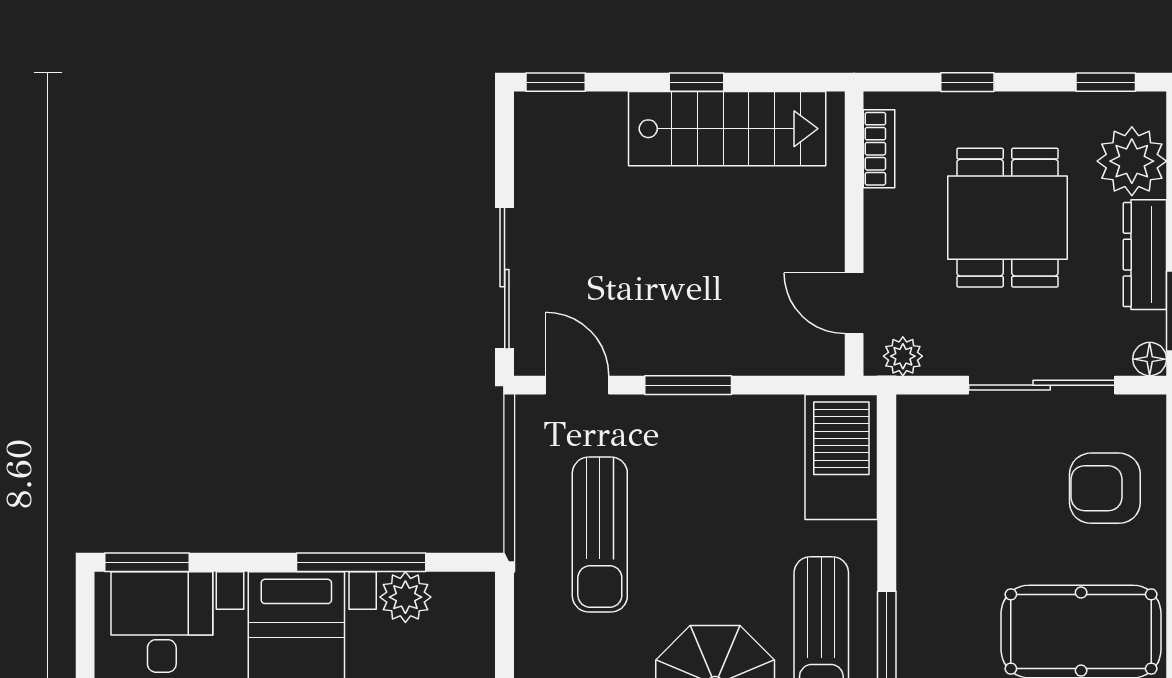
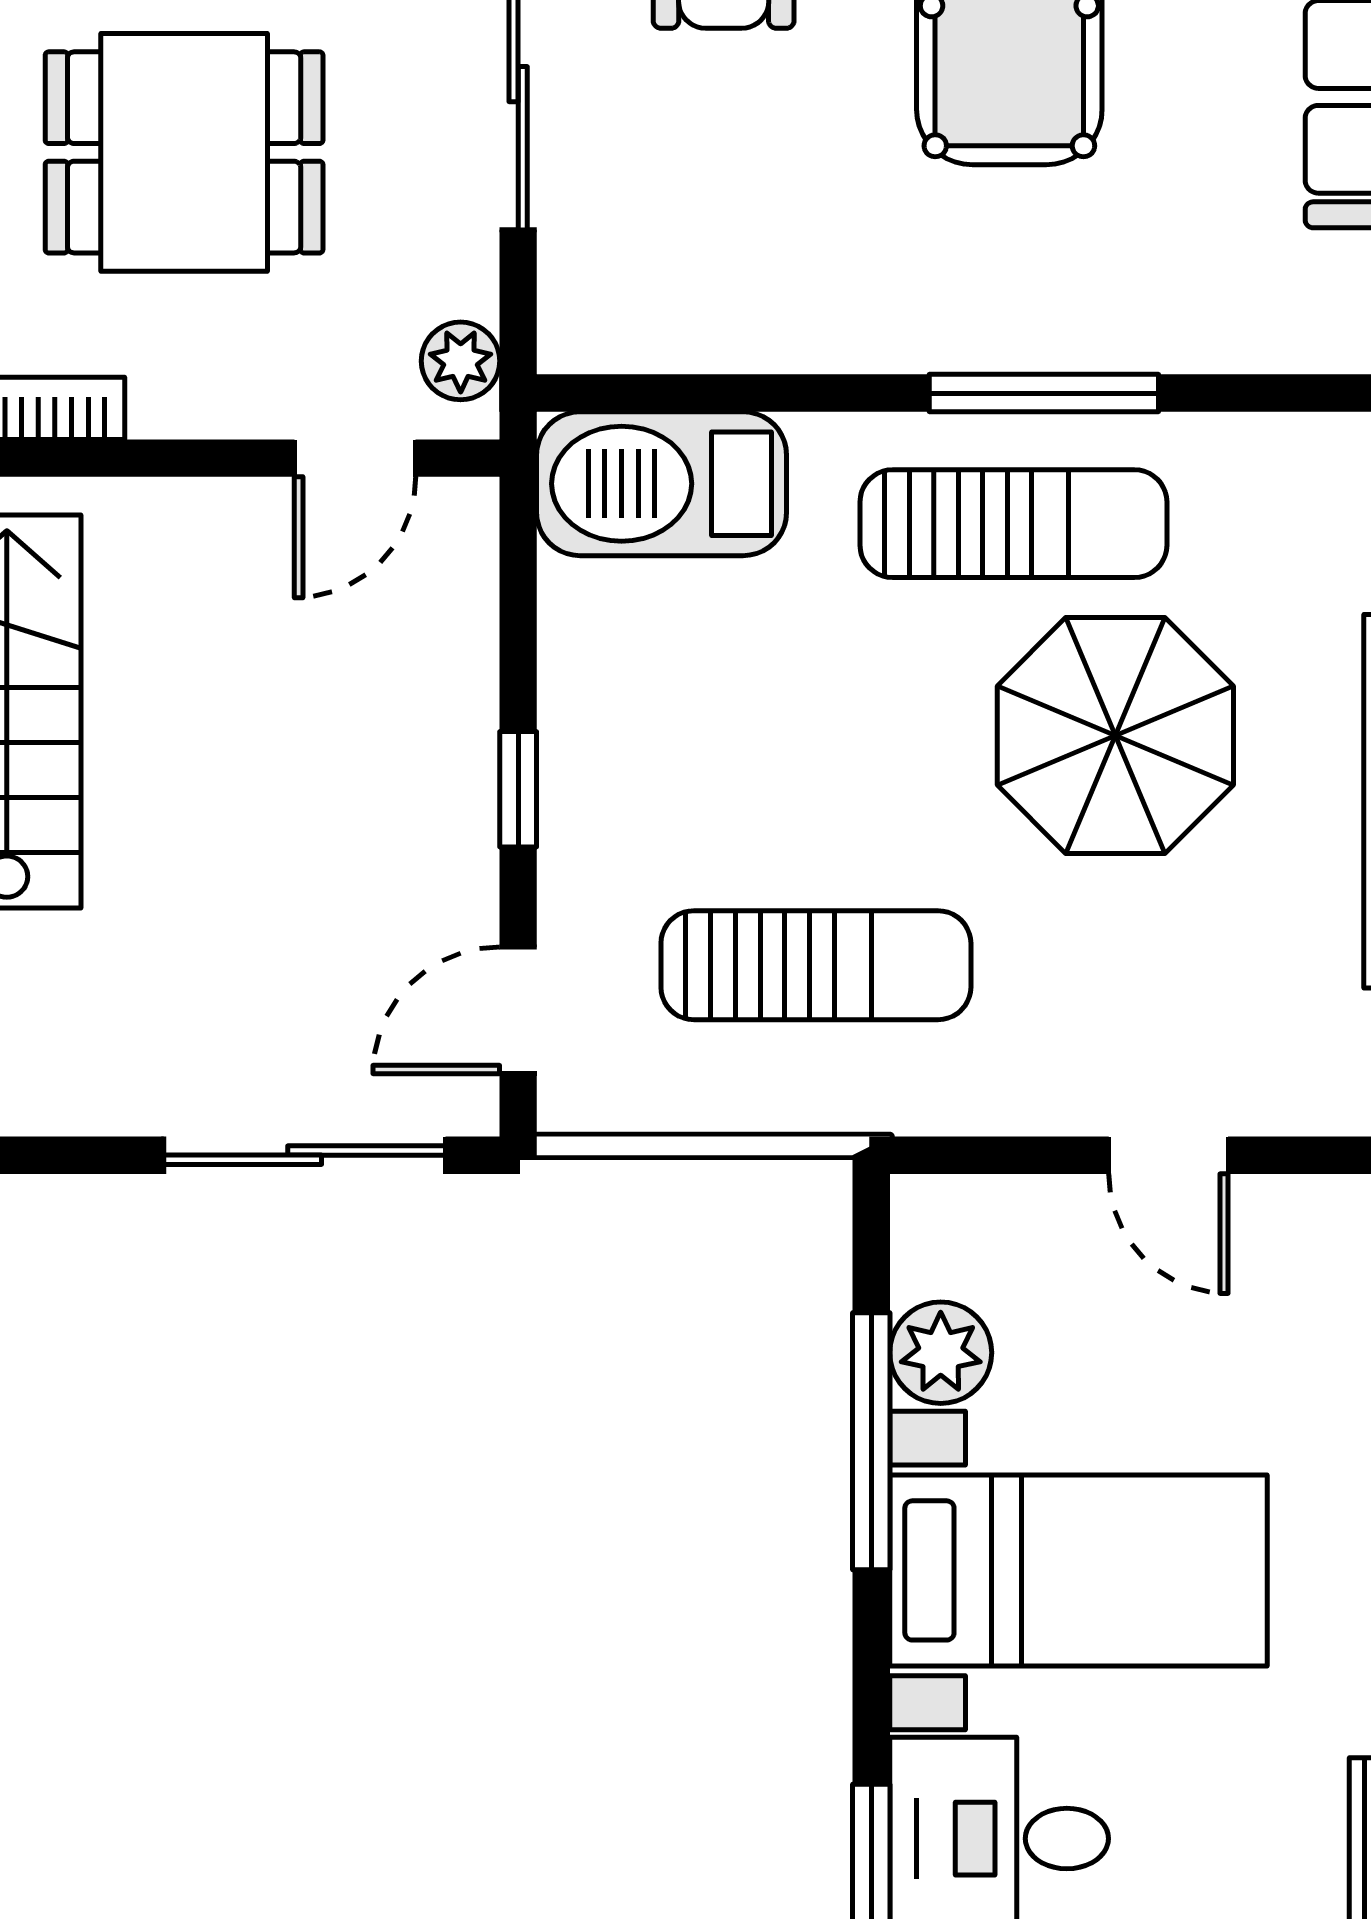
window: (688, 385) -> (518, 789), width x0.67

